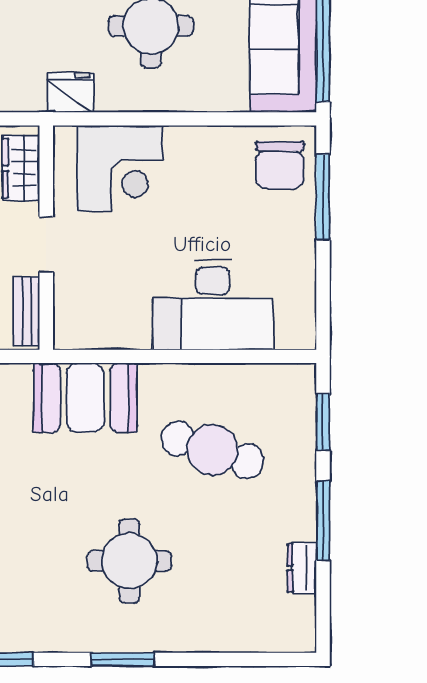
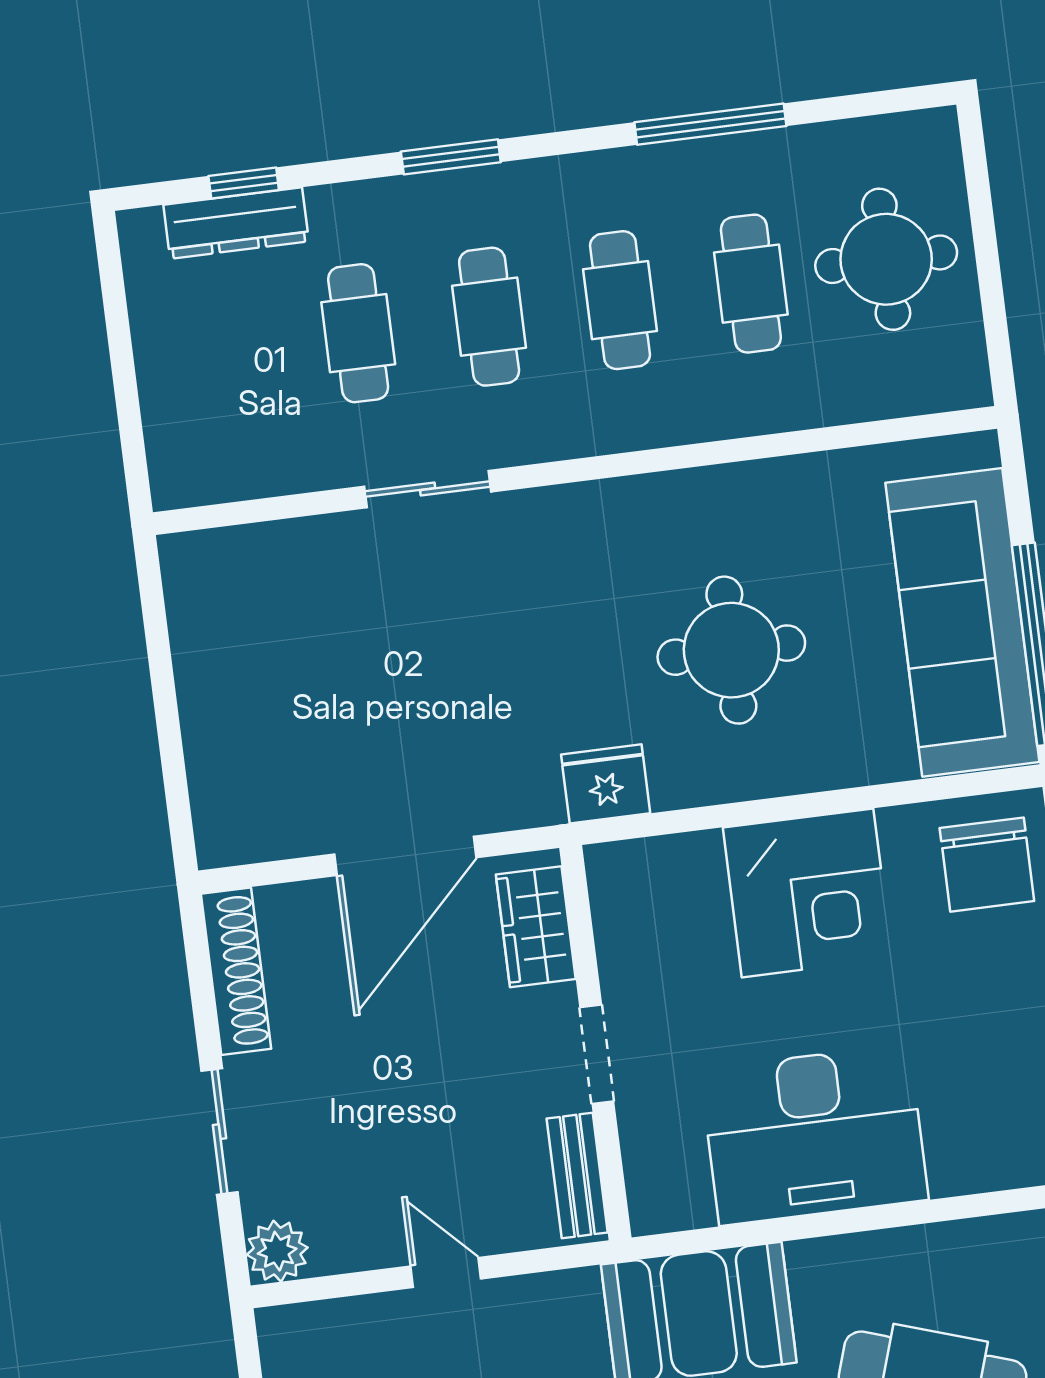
corner desk: (120, 168) -> (808, 893), moved
desk: (213, 305) -> (814, 1135), moved

